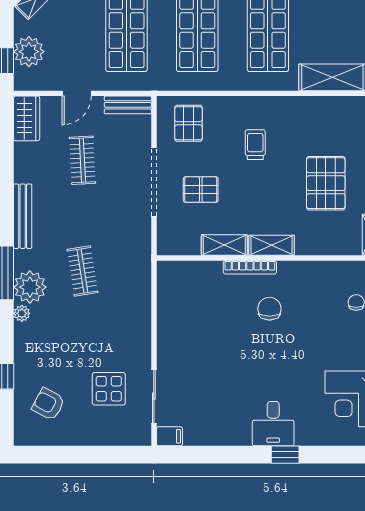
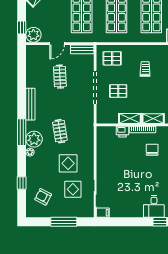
plant: (29, 52) -> (33, 35), moved
wardrobe: (27, 118) -> (32, 56), removed
pallet: (188, 123) -> (112, 58), turned 90
printer: (209, 272) -> (122, 132), added
display table: (99, 336) -> (68, 163), added
window: (90, 455) -> (64, 222), added

